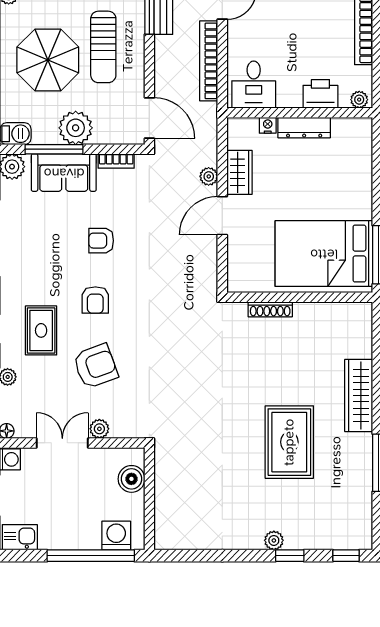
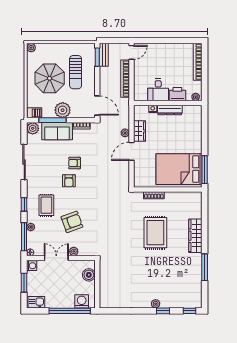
desk: (254, 85) -> (158, 90), moved
armchair: (95, 300) -> (69, 181), moved
rug: (289, 442) -> (155, 233), moved

